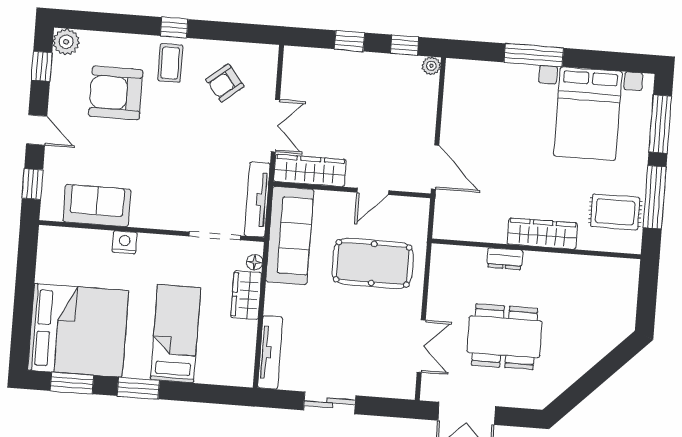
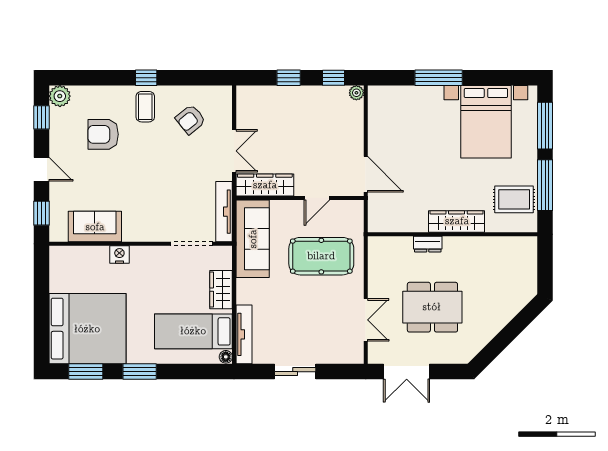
armchair: (116, 93) -> (103, 134), width x0.73, depth x0.73
floor lamp: (255, 262) -> (226, 357), moved
bed: (176, 334) -> (193, 331), moved, turned -90

